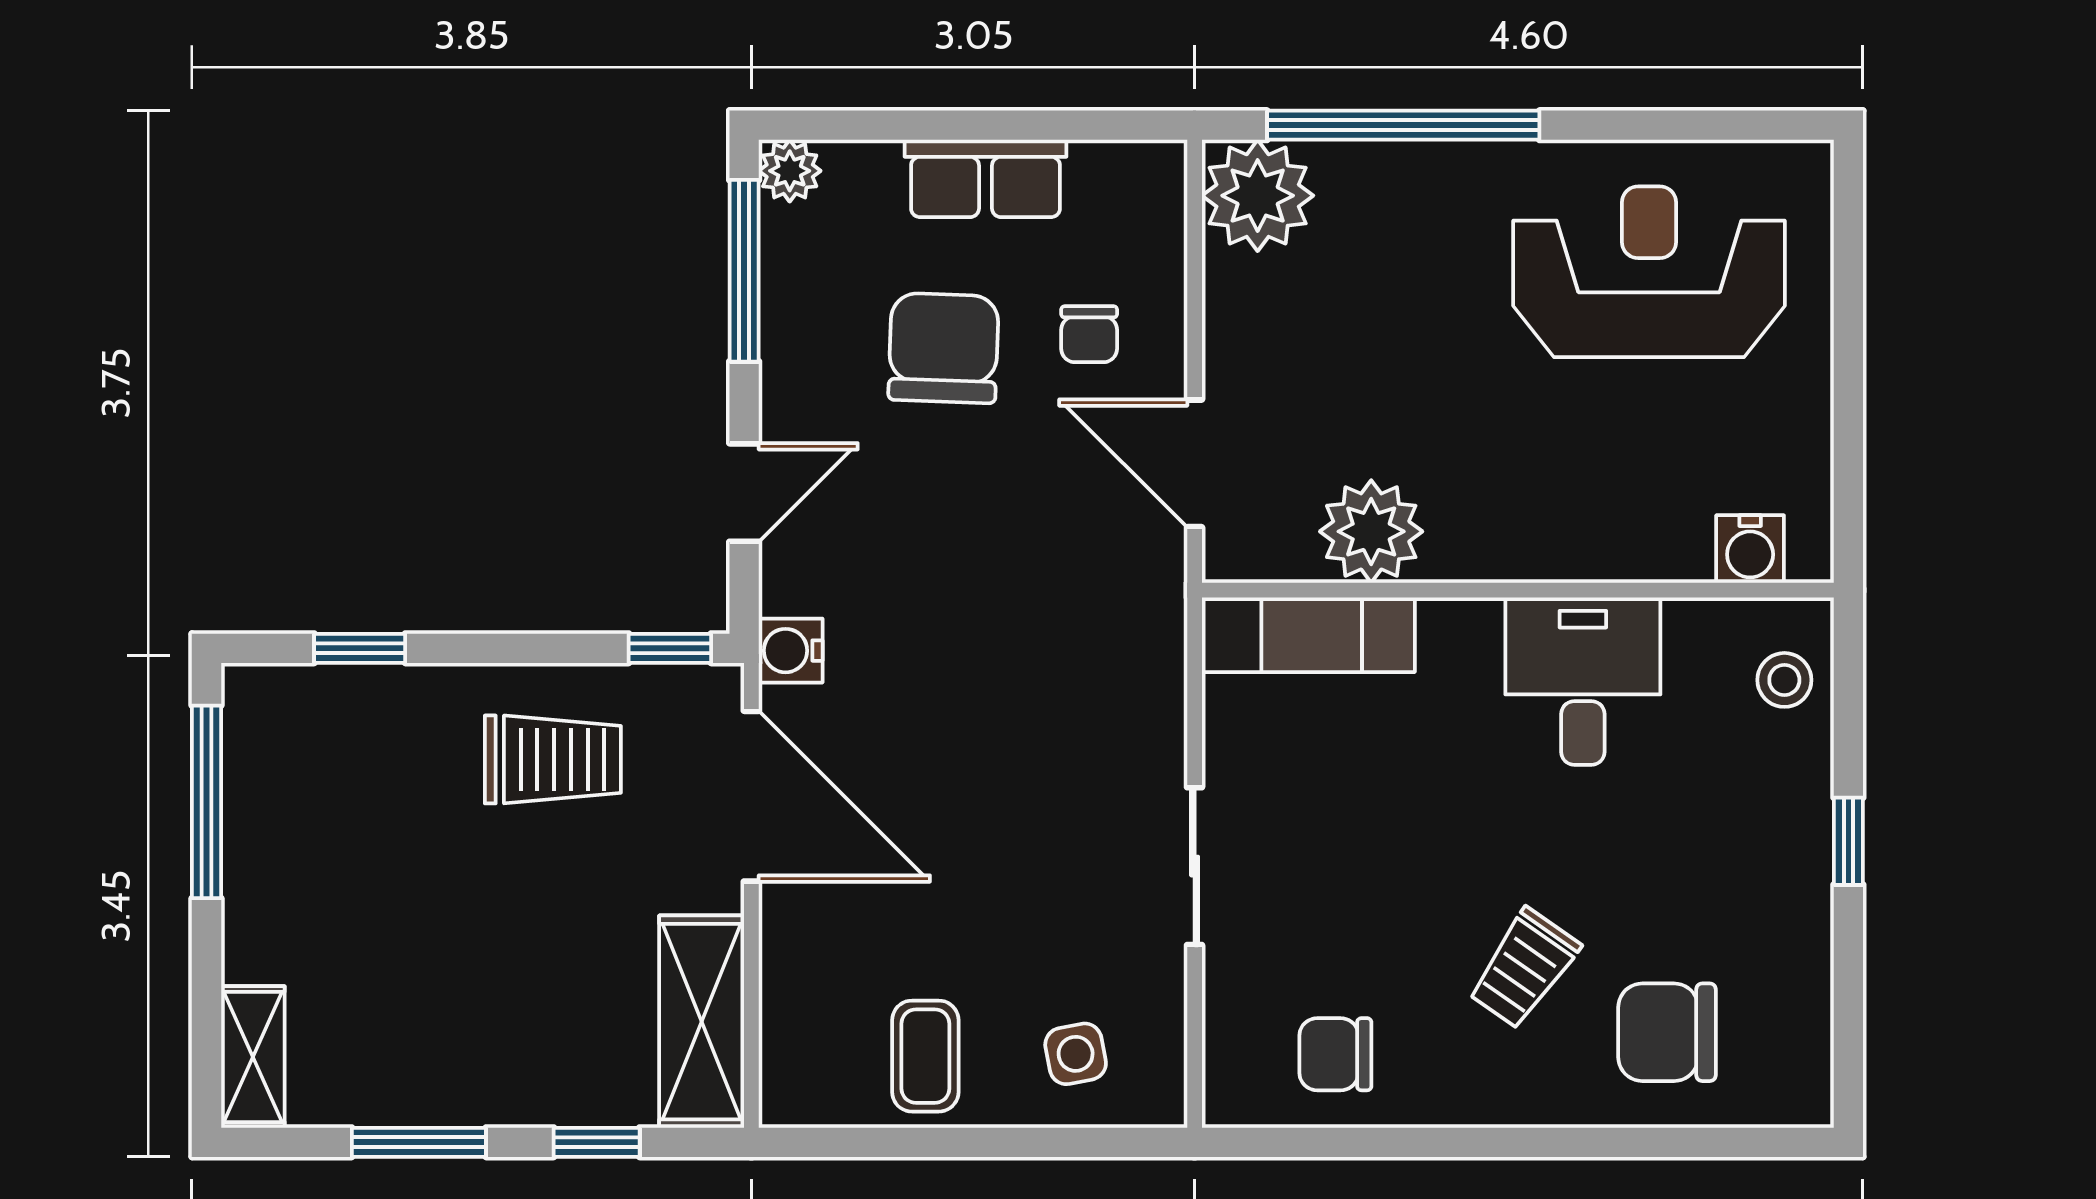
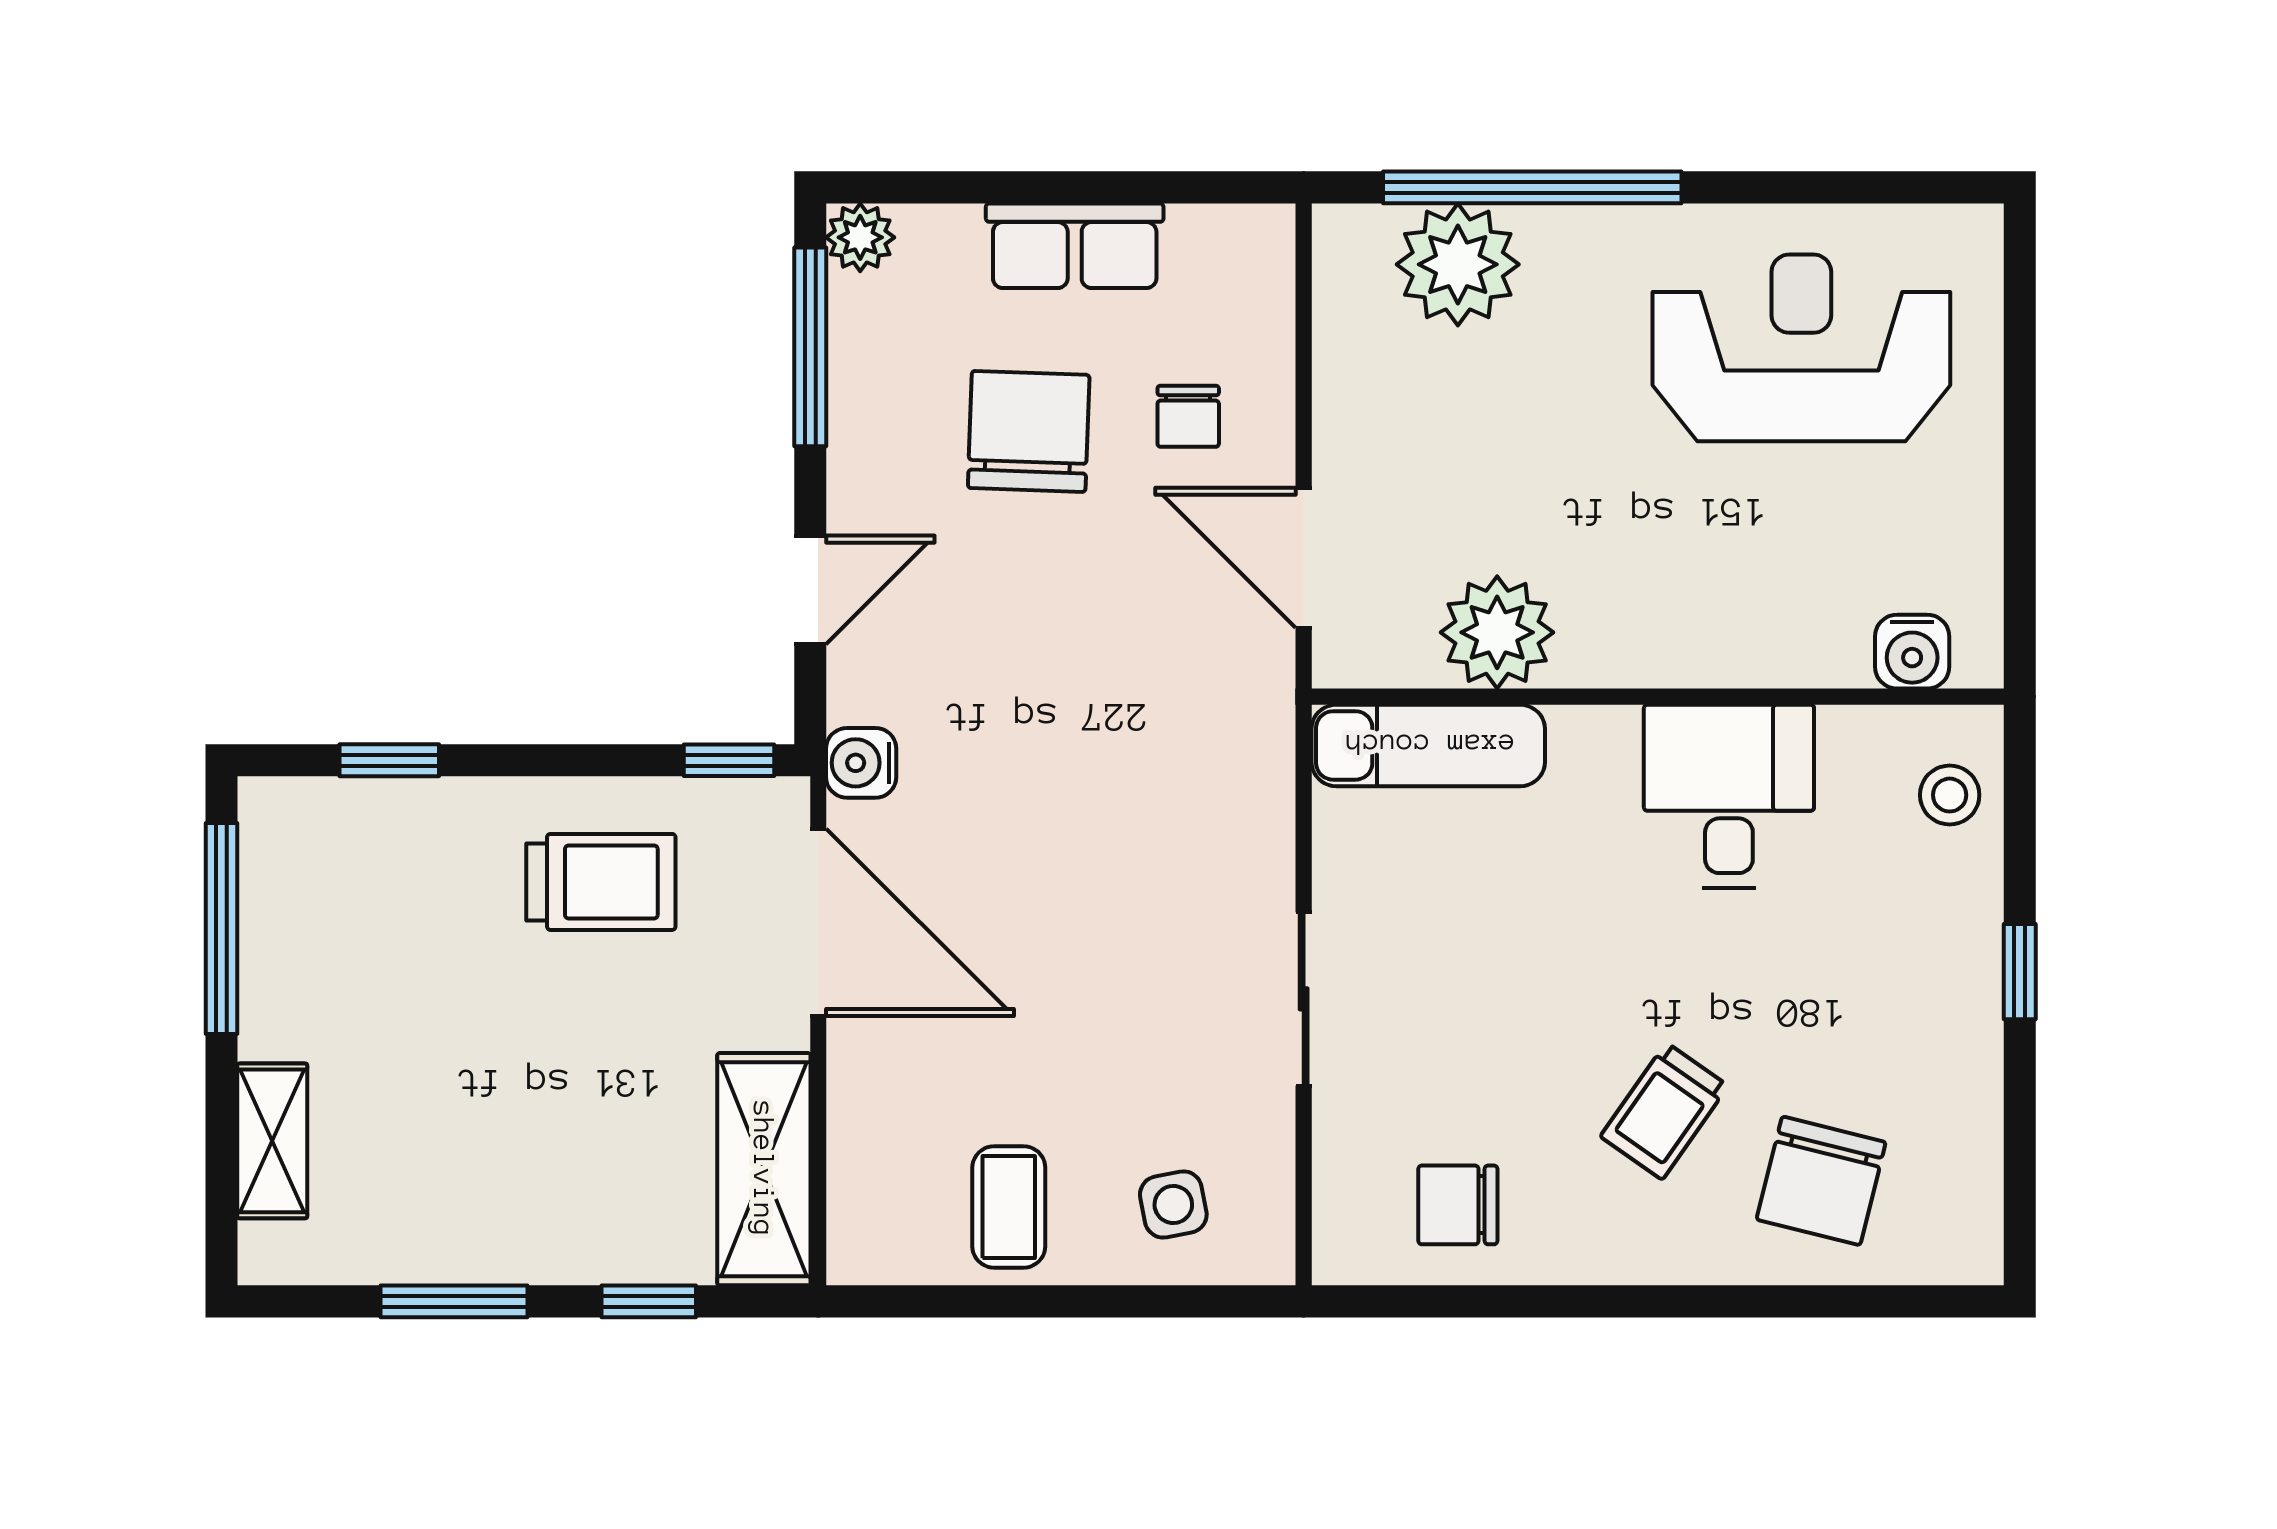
plant: (1258, 196) -> (1458, 264), moved
chair: (1667, 1032) -> (1821, 1181), turned -76
shelving: (253, 1057) -> (272, 1141), moved

